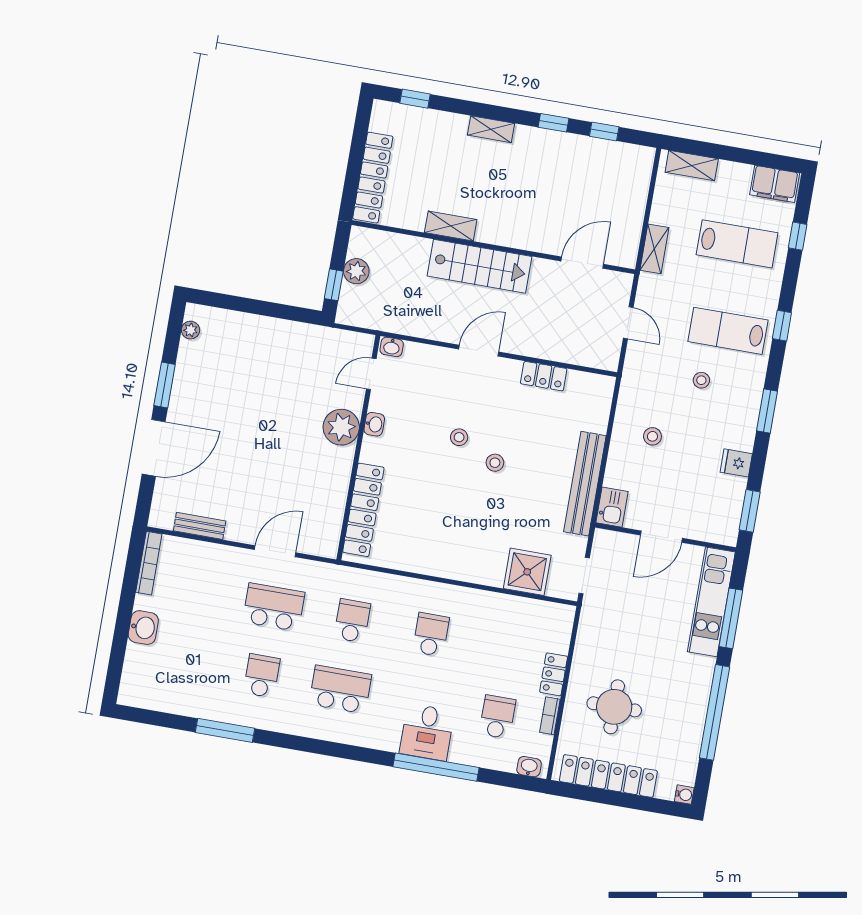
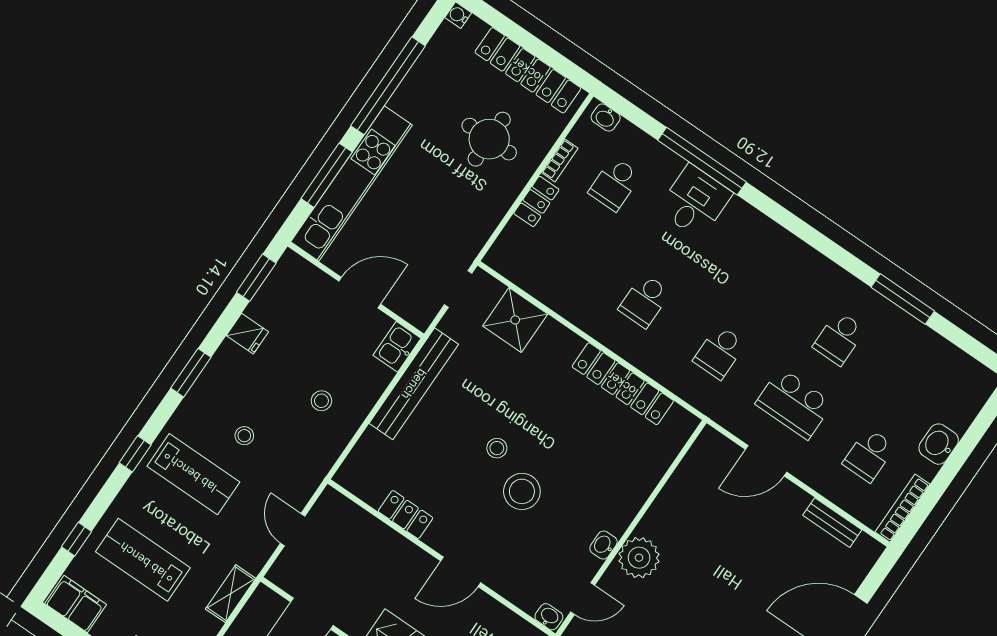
stool: (459, 437) -> (522, 491), width x1.89, depth x1.89
locker: (363, 510) -> (623, 384), moved, turned -90
kitchen unit: (711, 602) -> (351, 183), width x1.36
school desk: (340, 689) -> (869, 455), moved, width x0.54

